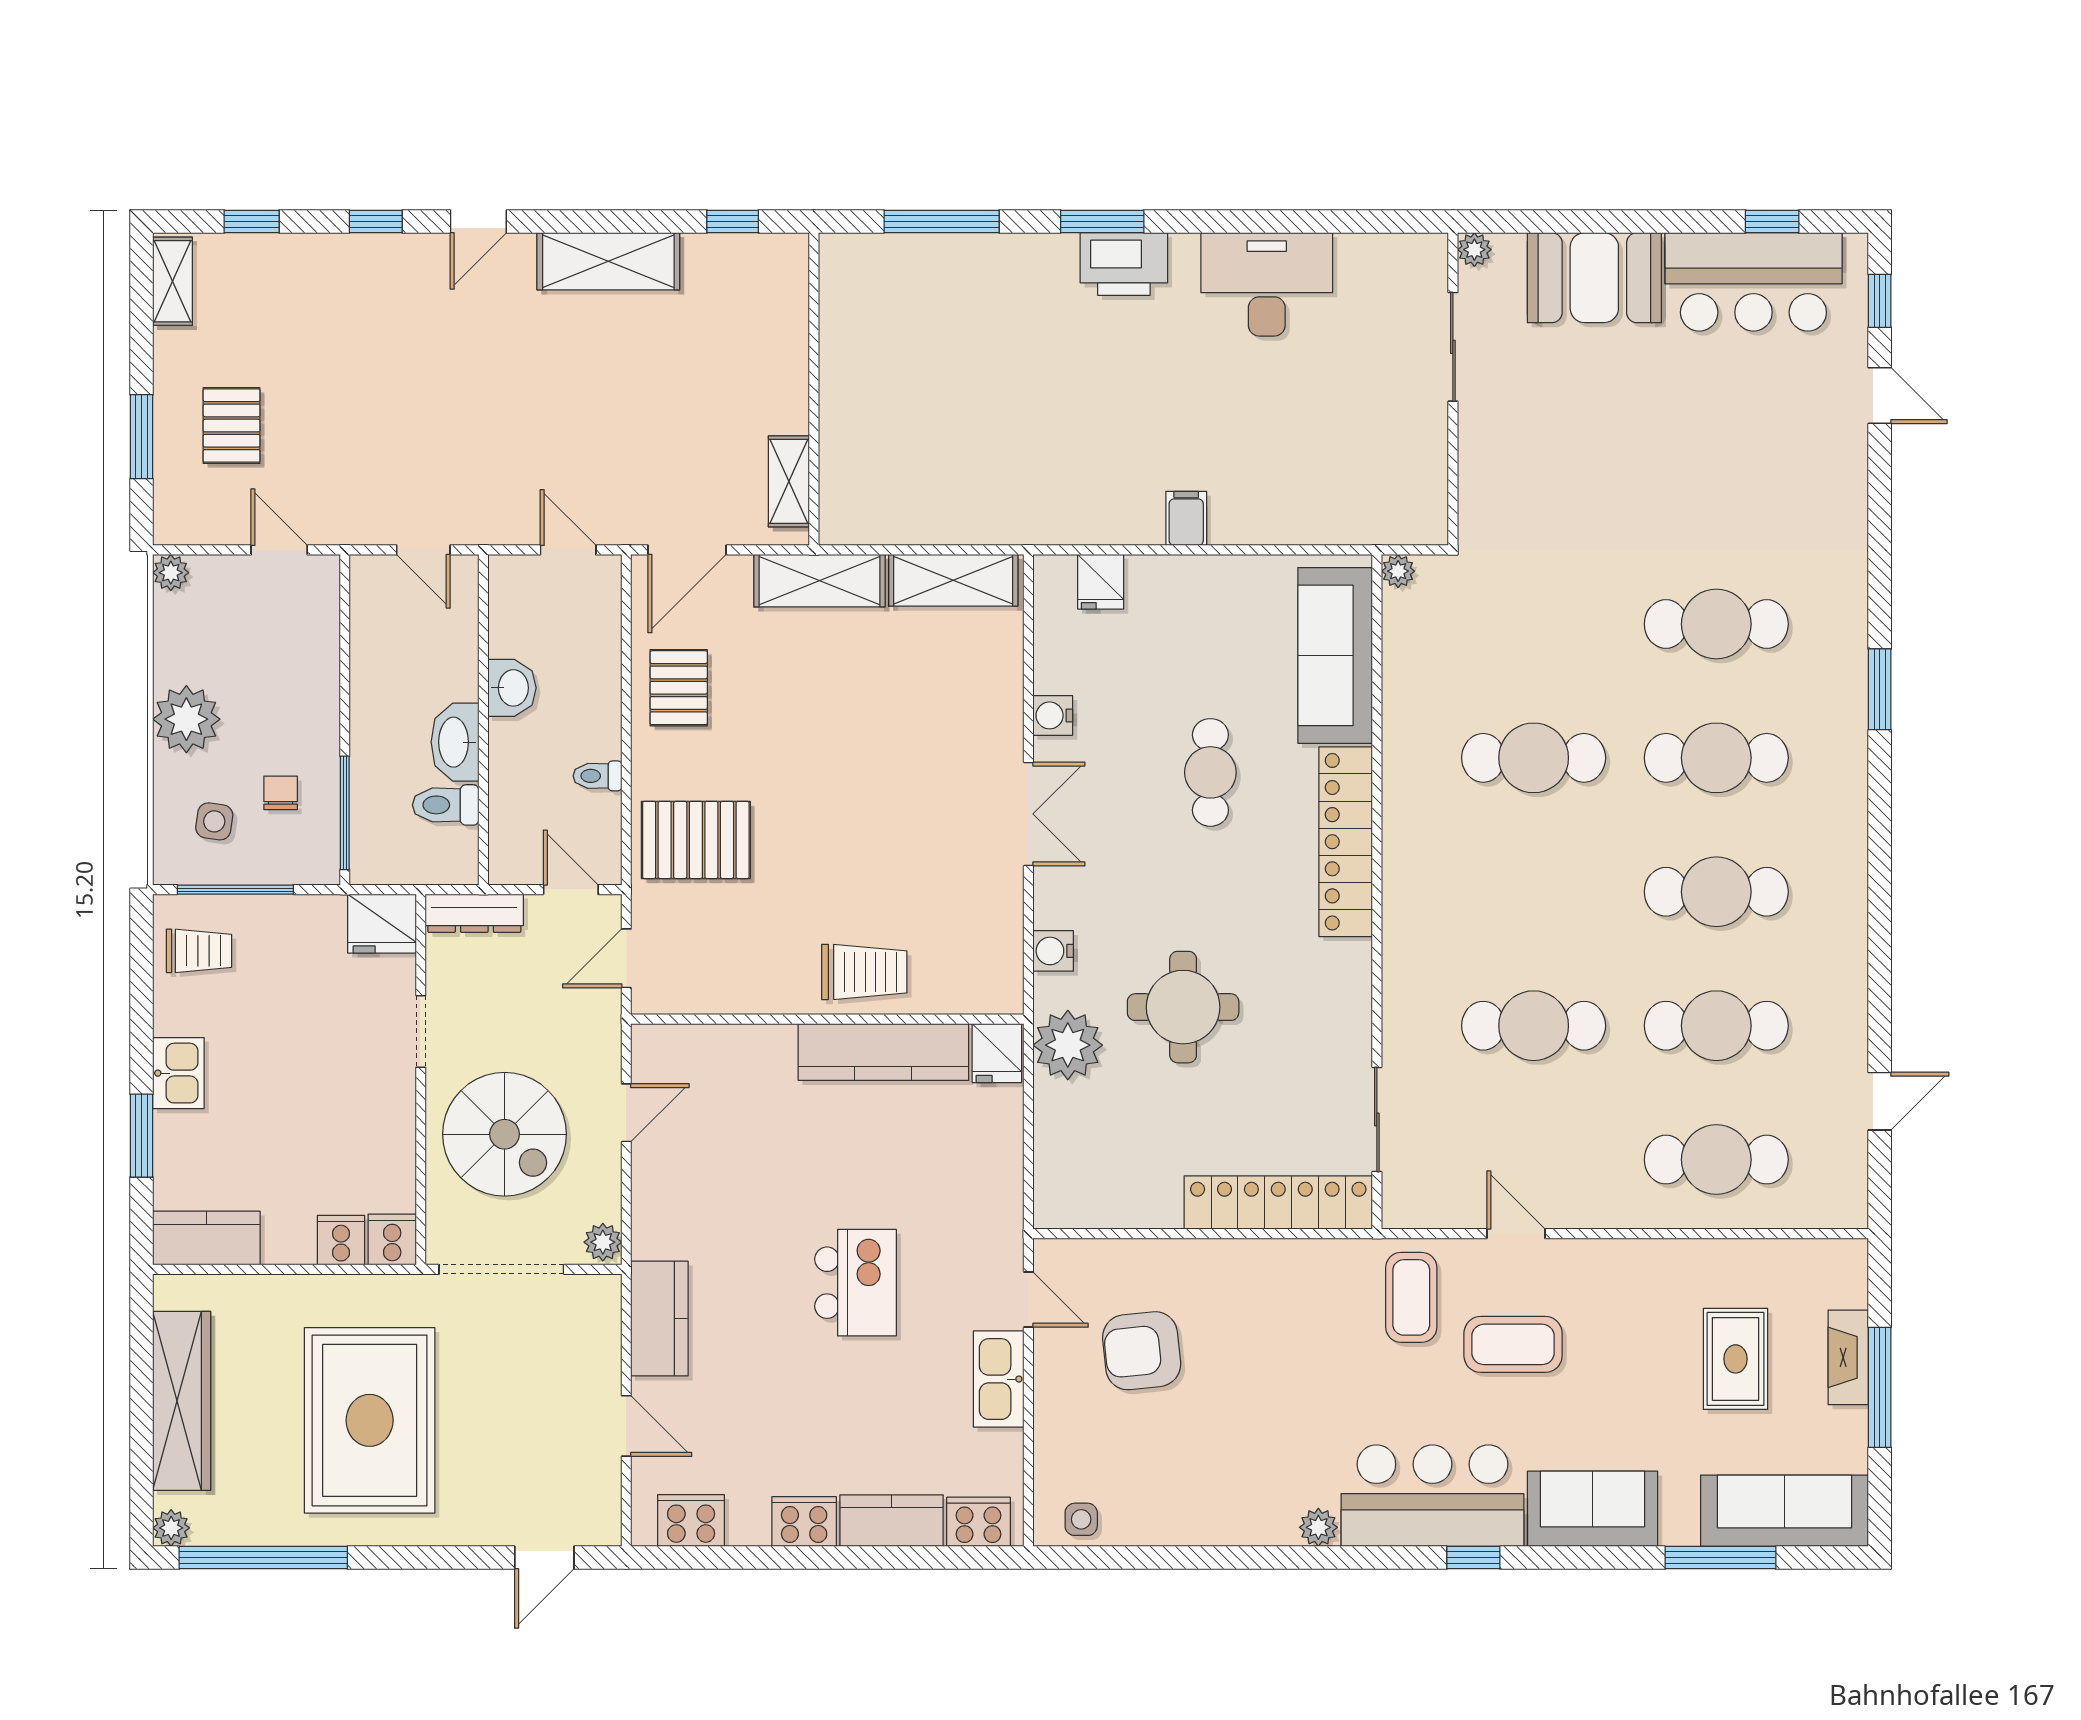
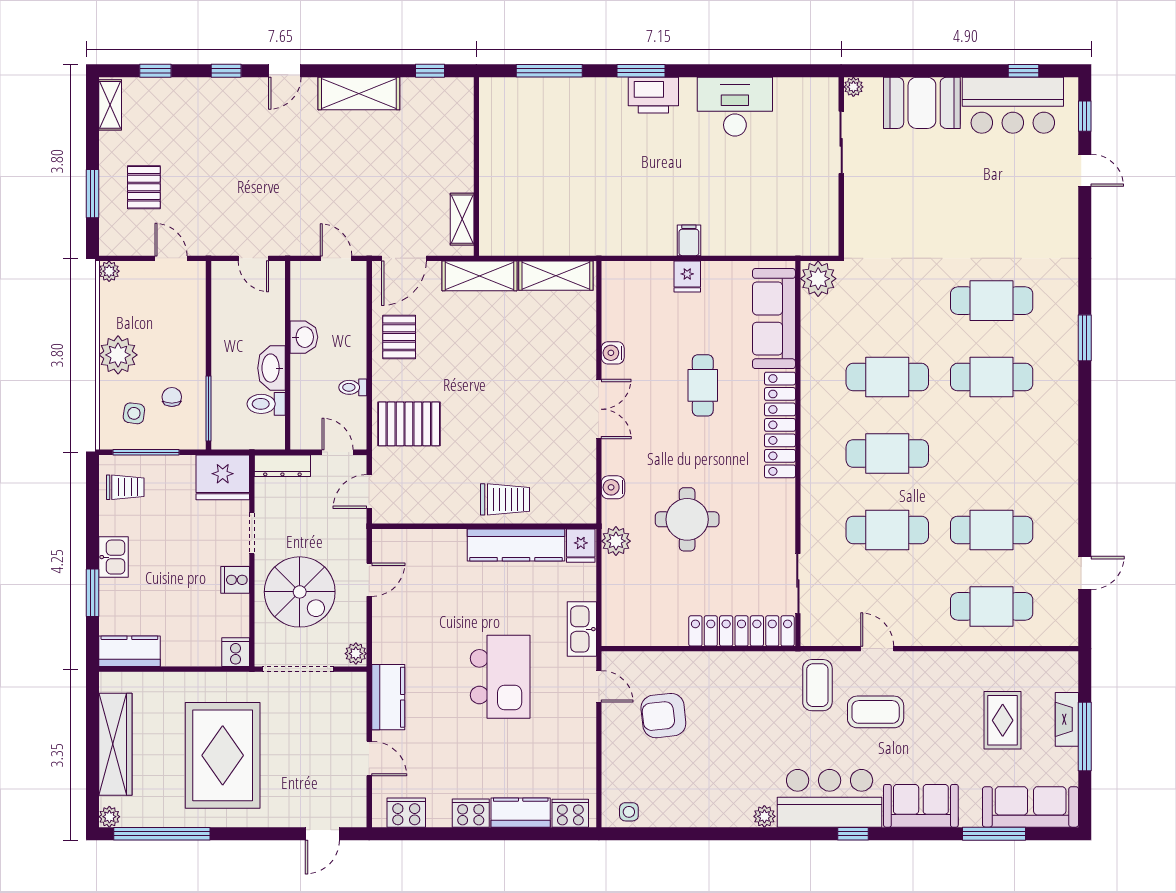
plant: (1398, 571) -> (818, 279), width x1.88, depth x1.88
fridge: (1101, 582) -> (687, 276), moved
cafe table: (1716, 892) -> (887, 454), moved
fridge: (382, 924) -> (223, 477), width x1.36, depth x1.34
plant: (1068, 1045) -> (616, 541), width x0.73, depth x0.73
cooker: (341, 1240) -> (235, 580), moved, turned -90
kitchen island: (856, 1283) -> (500, 677), width x1.37, depth x1.28
kitchen sink: (999, 1379) -> (582, 629), moved

